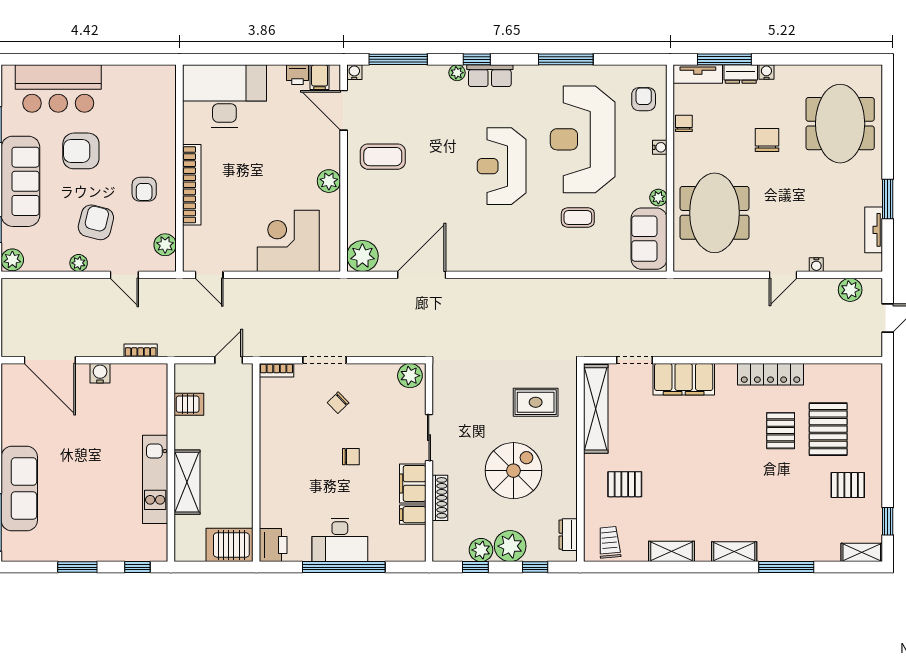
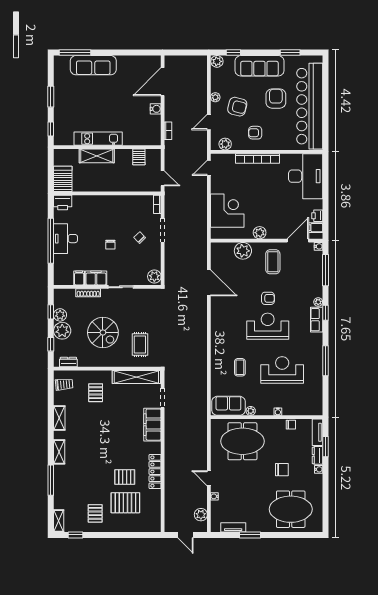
window: (724, 59) -> (325, 447), width x0.69
bar counter: (58, 88) -> (310, 106), width x1.86
armchair: (644, 99) -> (268, 298), moved
reception desk: (583, 139) -> (282, 370), width x0.74, depth x0.77
plant: (362, 256) -> (243, 251), moved

